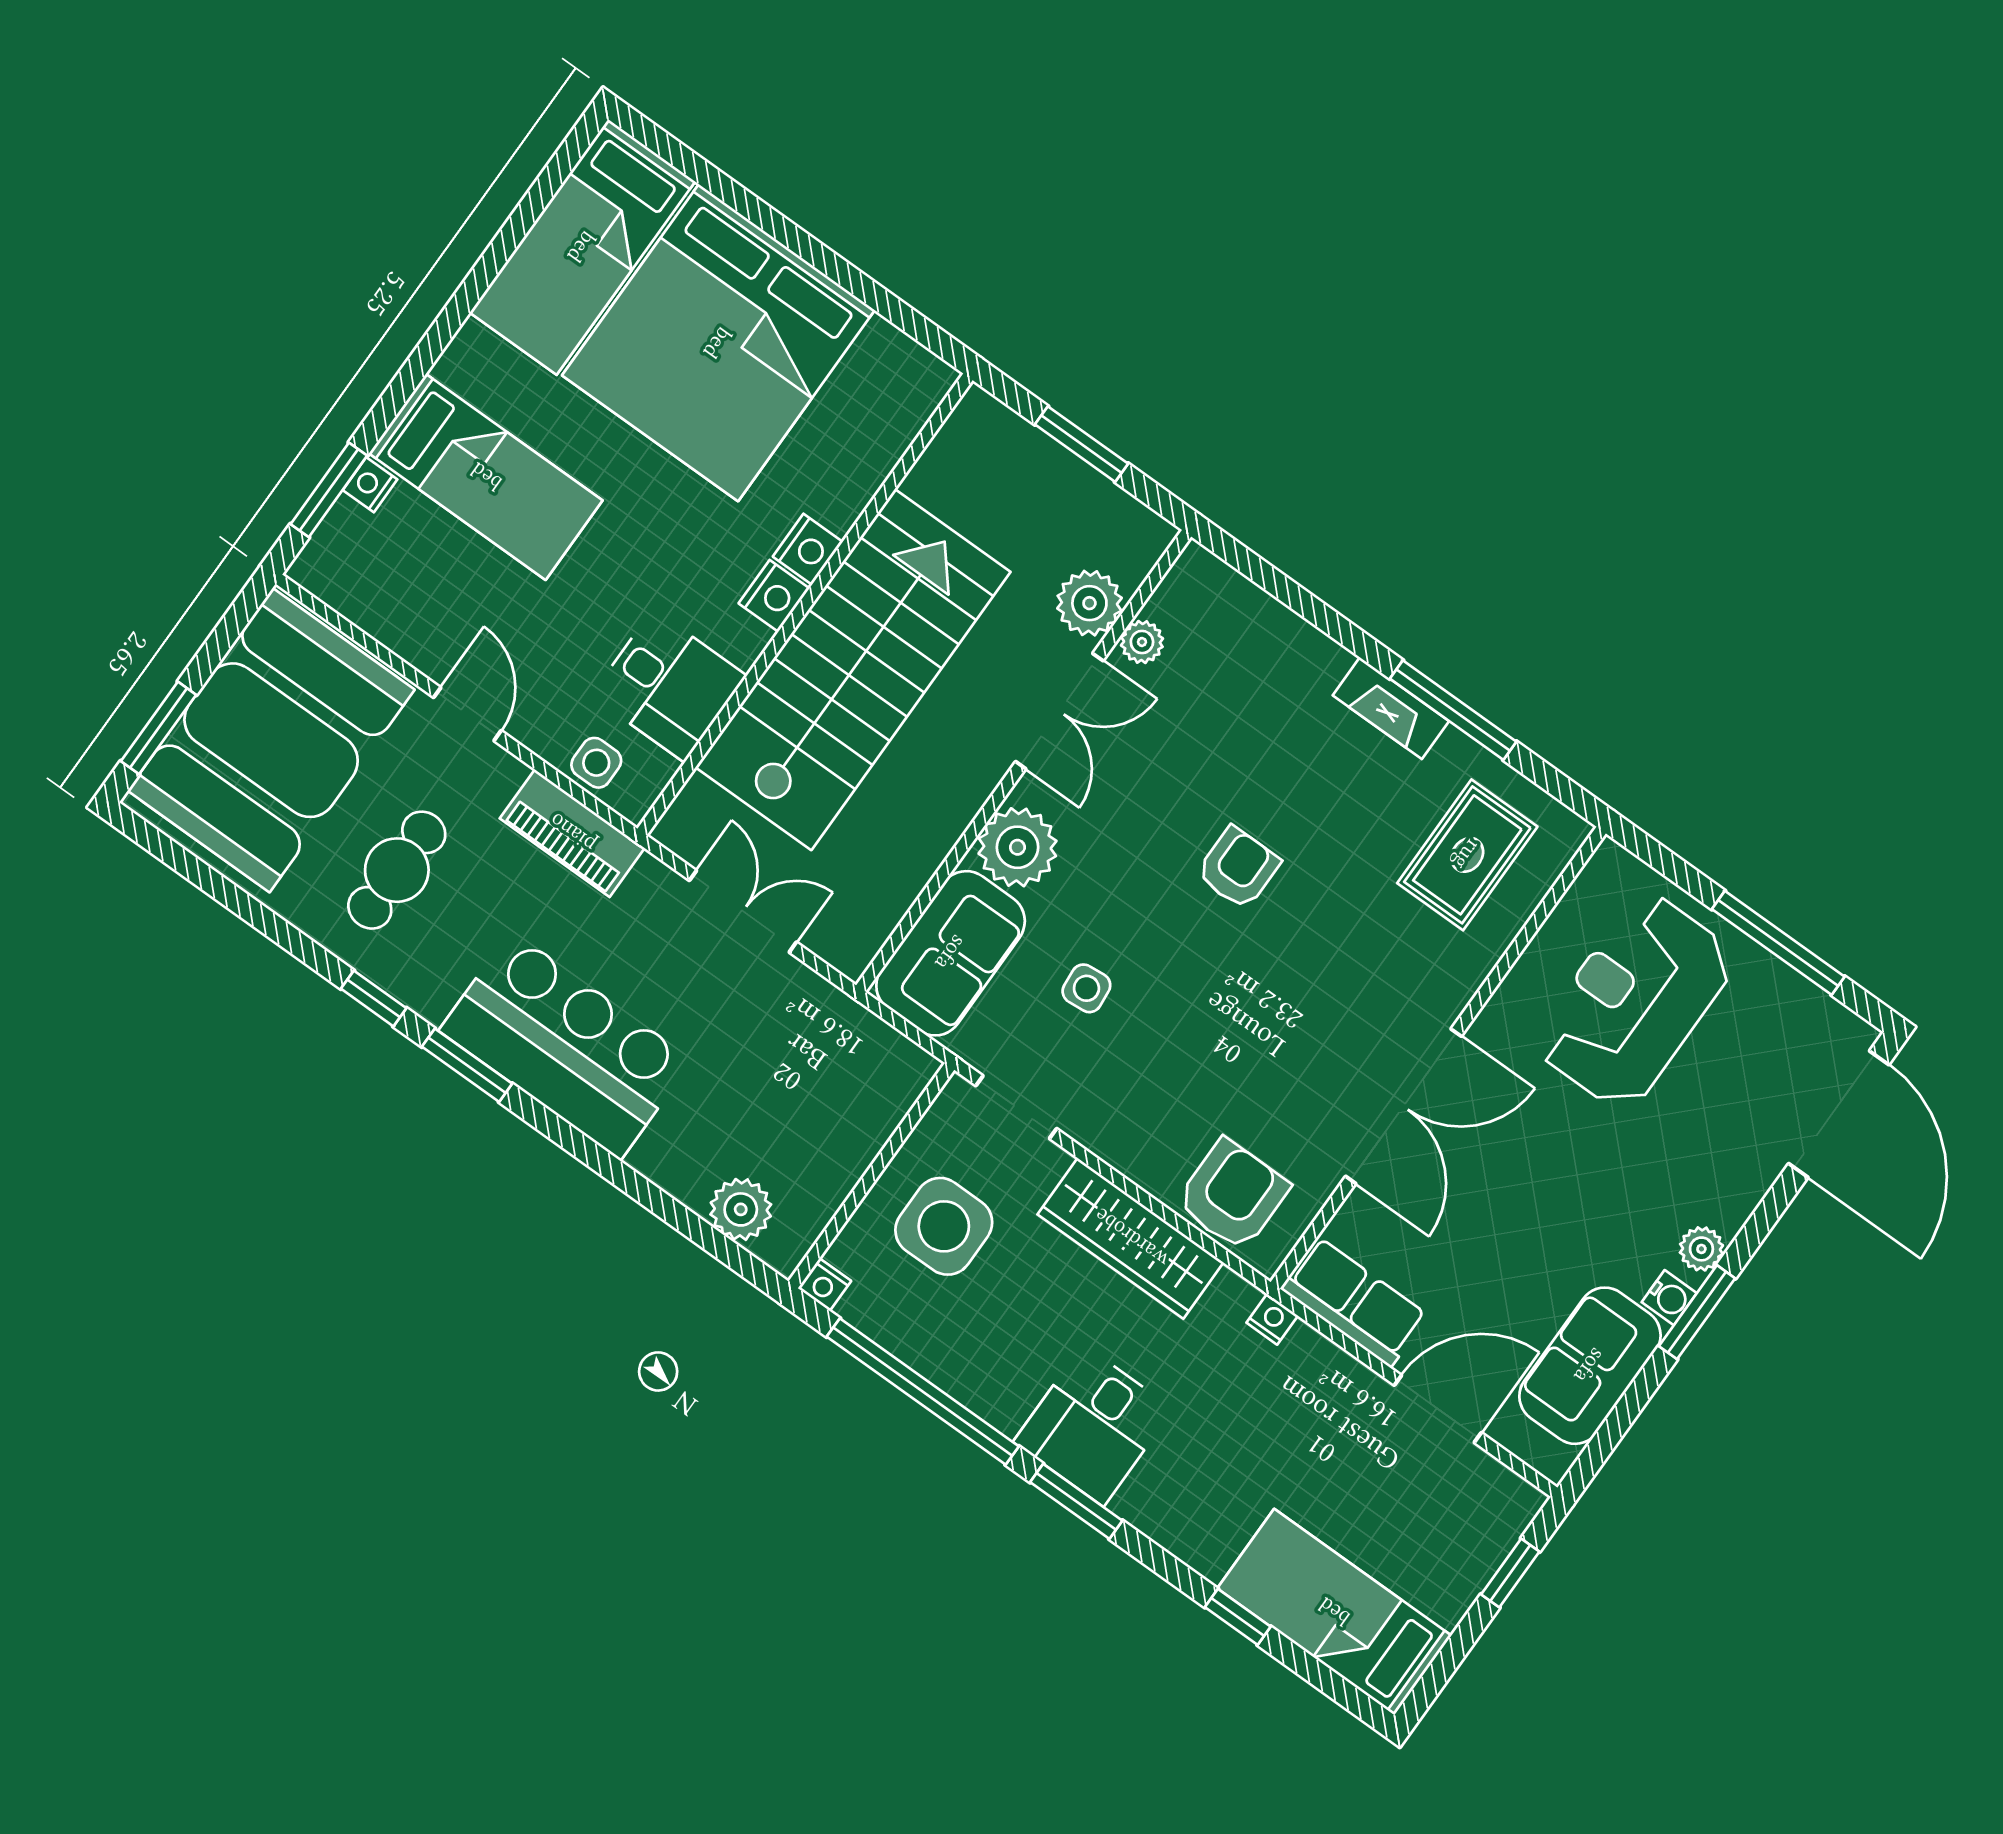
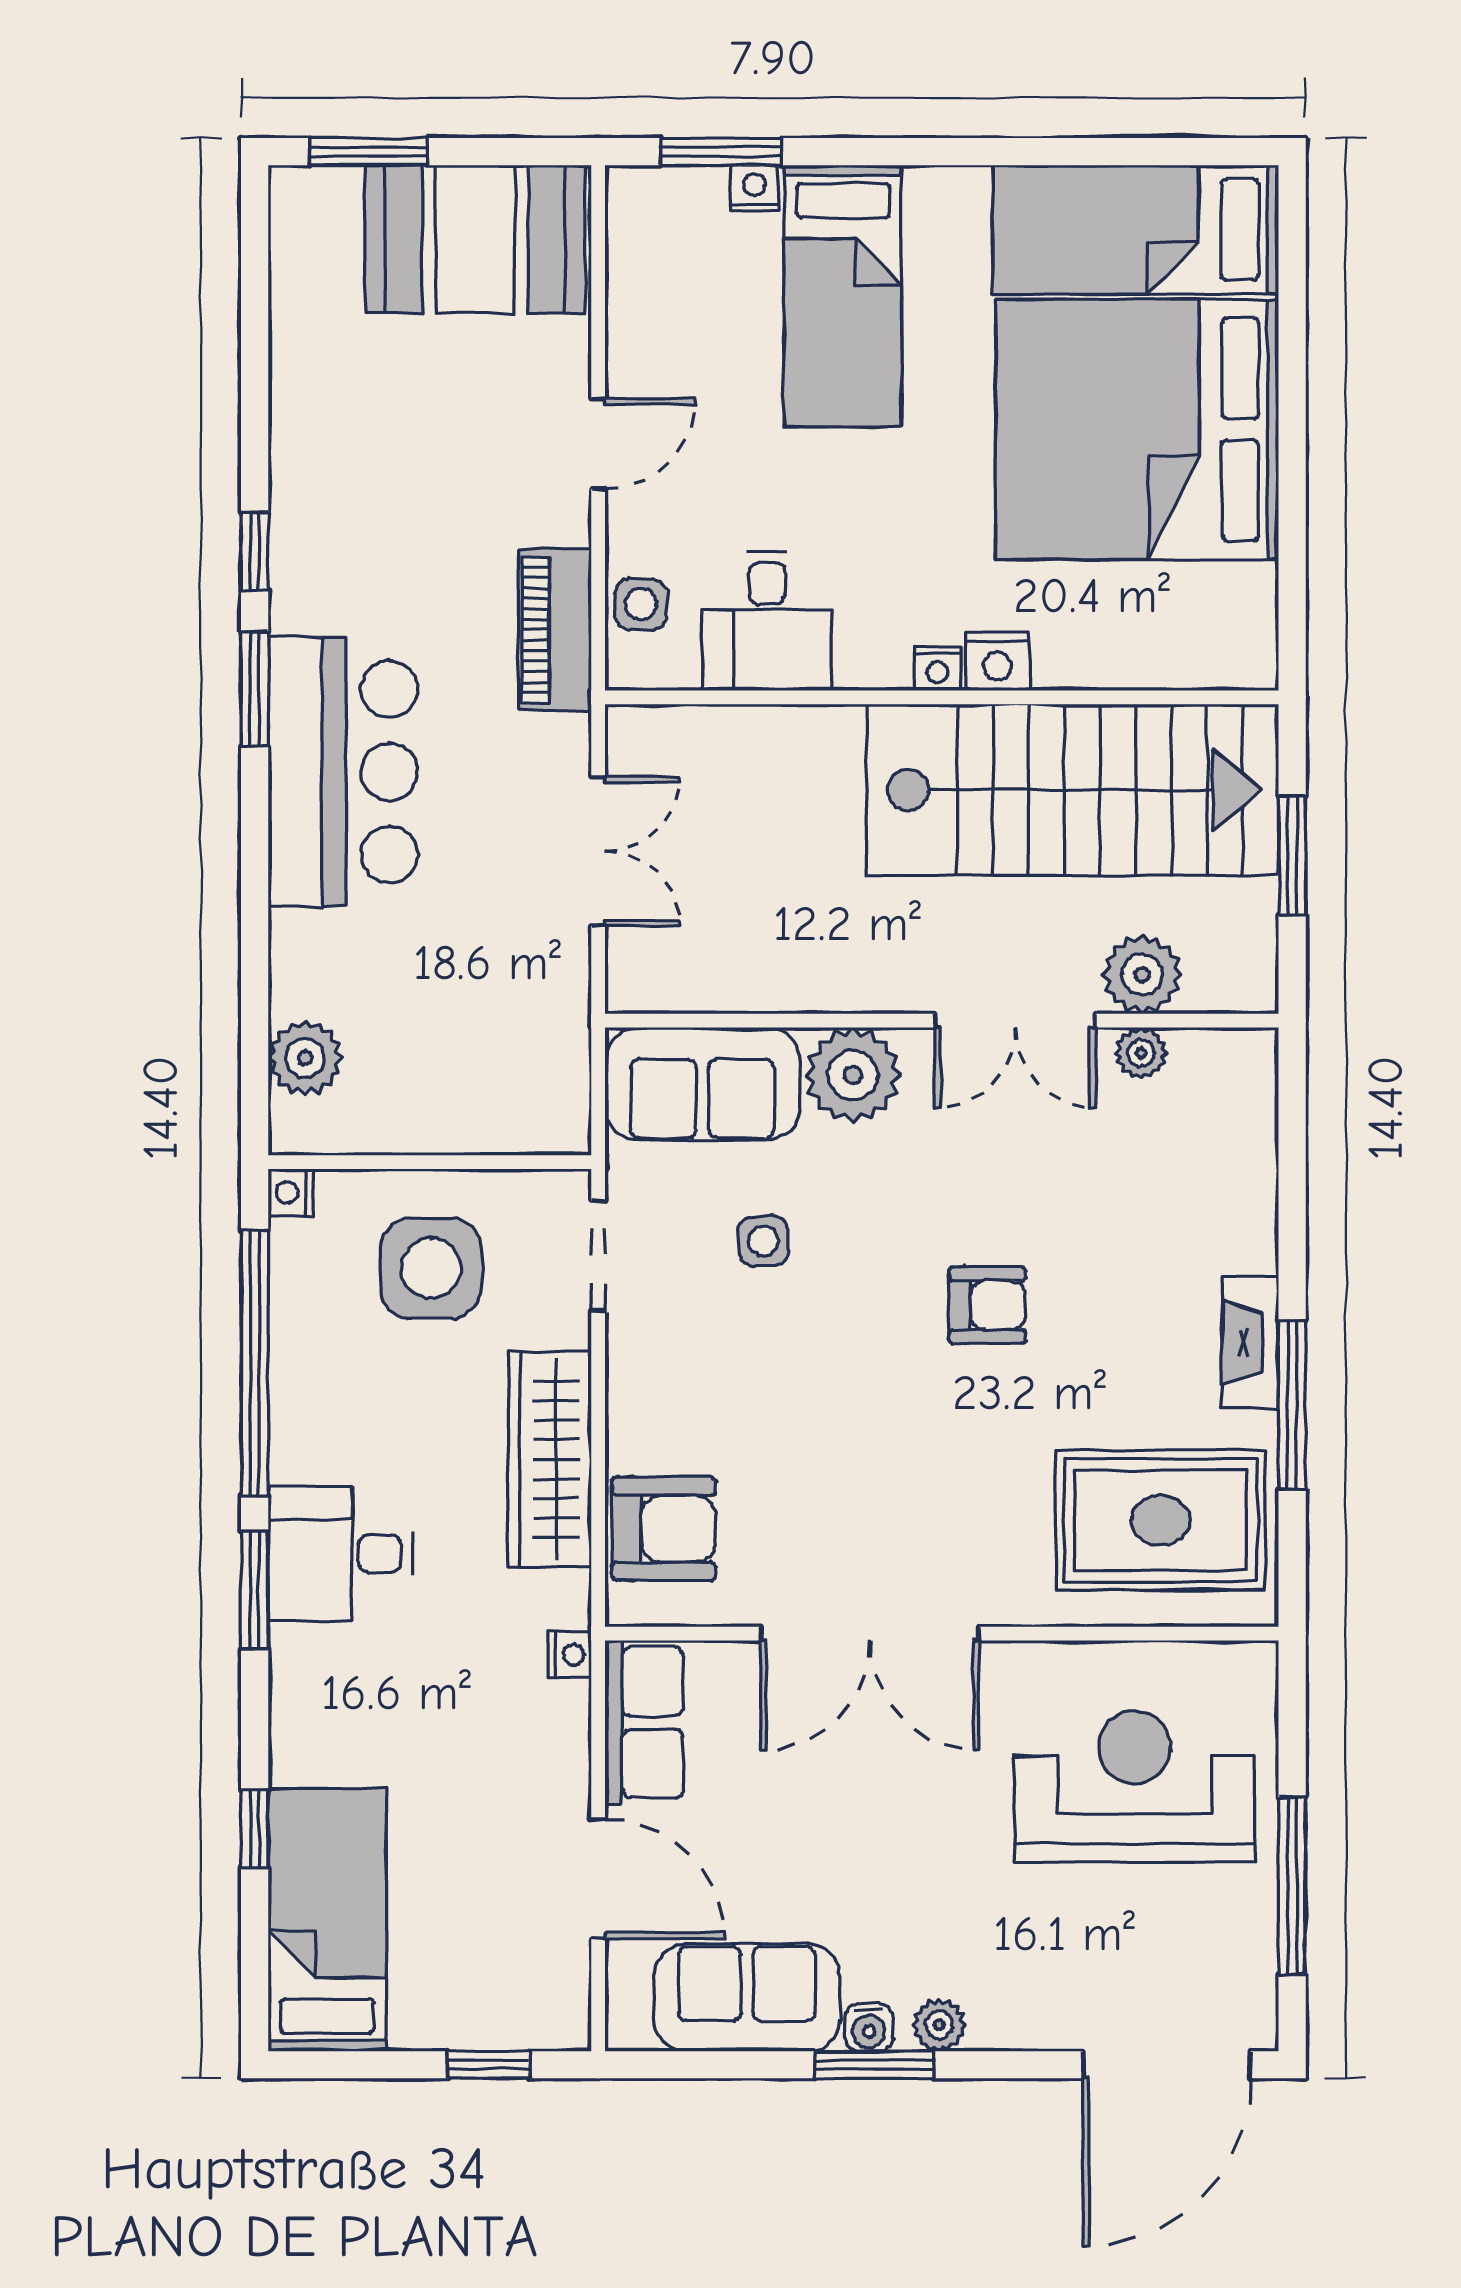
nightstand: (774, 596) -> (937, 669), width x0.72, depth x0.74
stairs: (853, 670) -> (1073, 790), moved
booth: (271, 740) -> (475, 239), width x0.73, depth x0.70
rug: (1467, 855) -> (1160, 1520), width x1.36, depth x1.43
cafe table: (397, 870) -> (396, 484), removed

